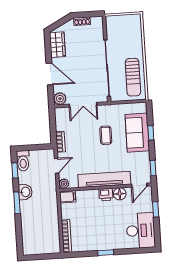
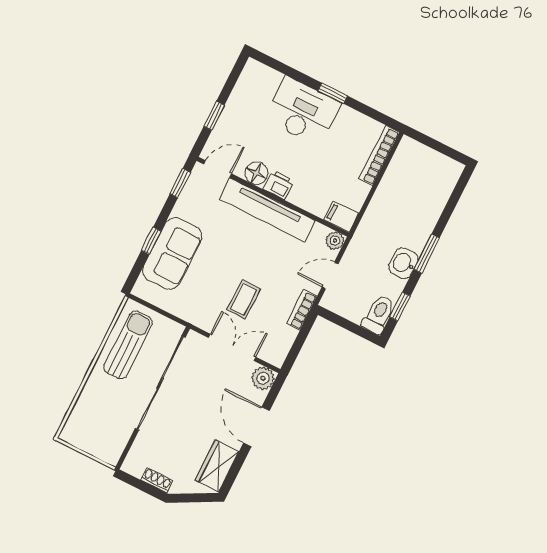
coffee table: (106, 135) -> (244, 299), moved
desk: (141, 230) -> (303, 111), moved, turned 90

